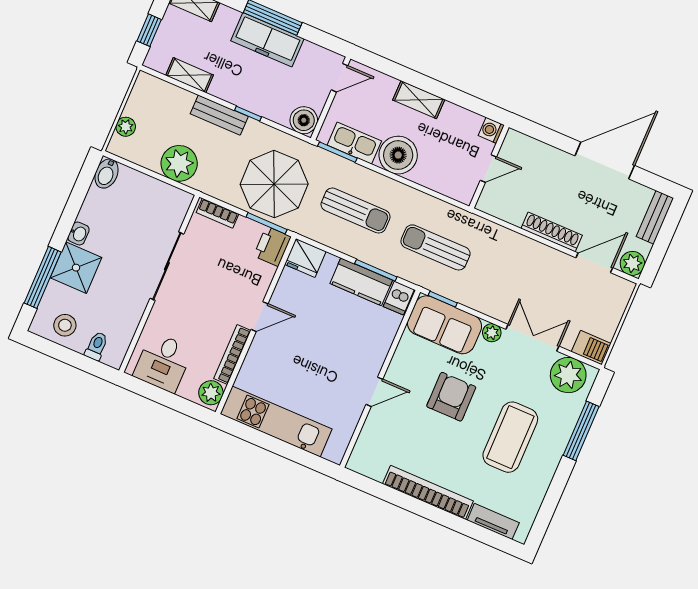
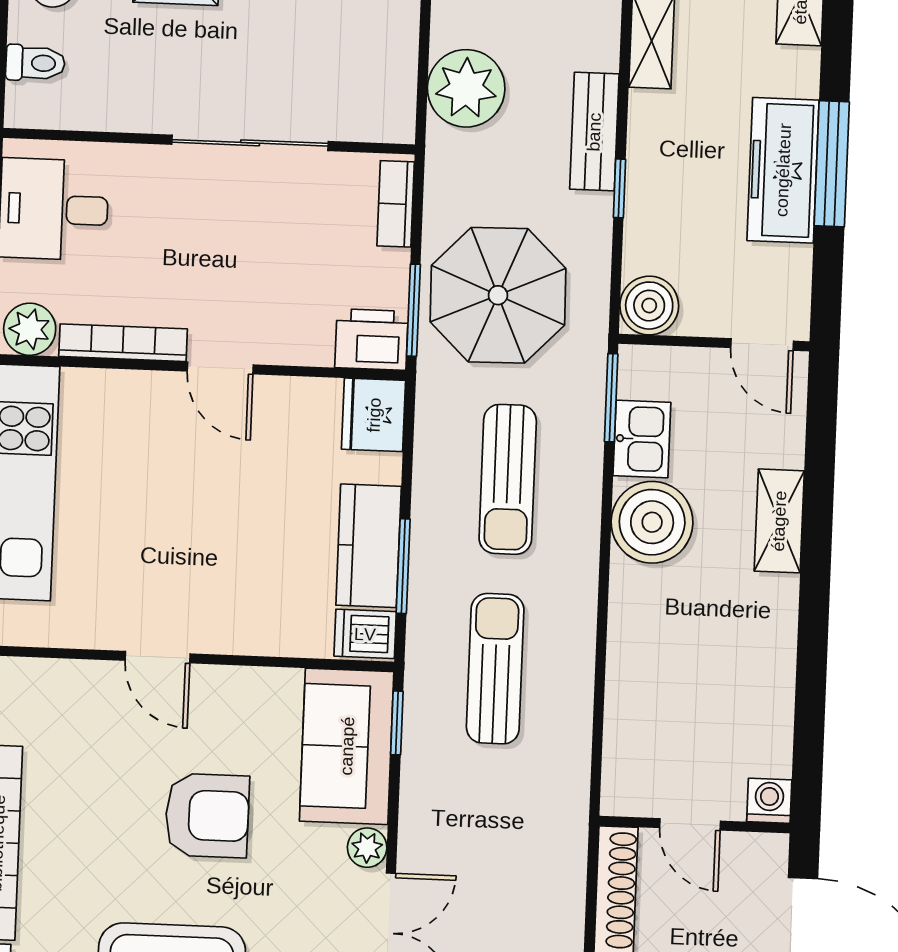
washing machine: (491, 130) -> (769, 801), moved
kitchen sink: (354, 143) -> (642, 439), width x0.73
wall: (489, 167) -> (695, 825), moved
door: (488, 169) -> (690, 824), moved

